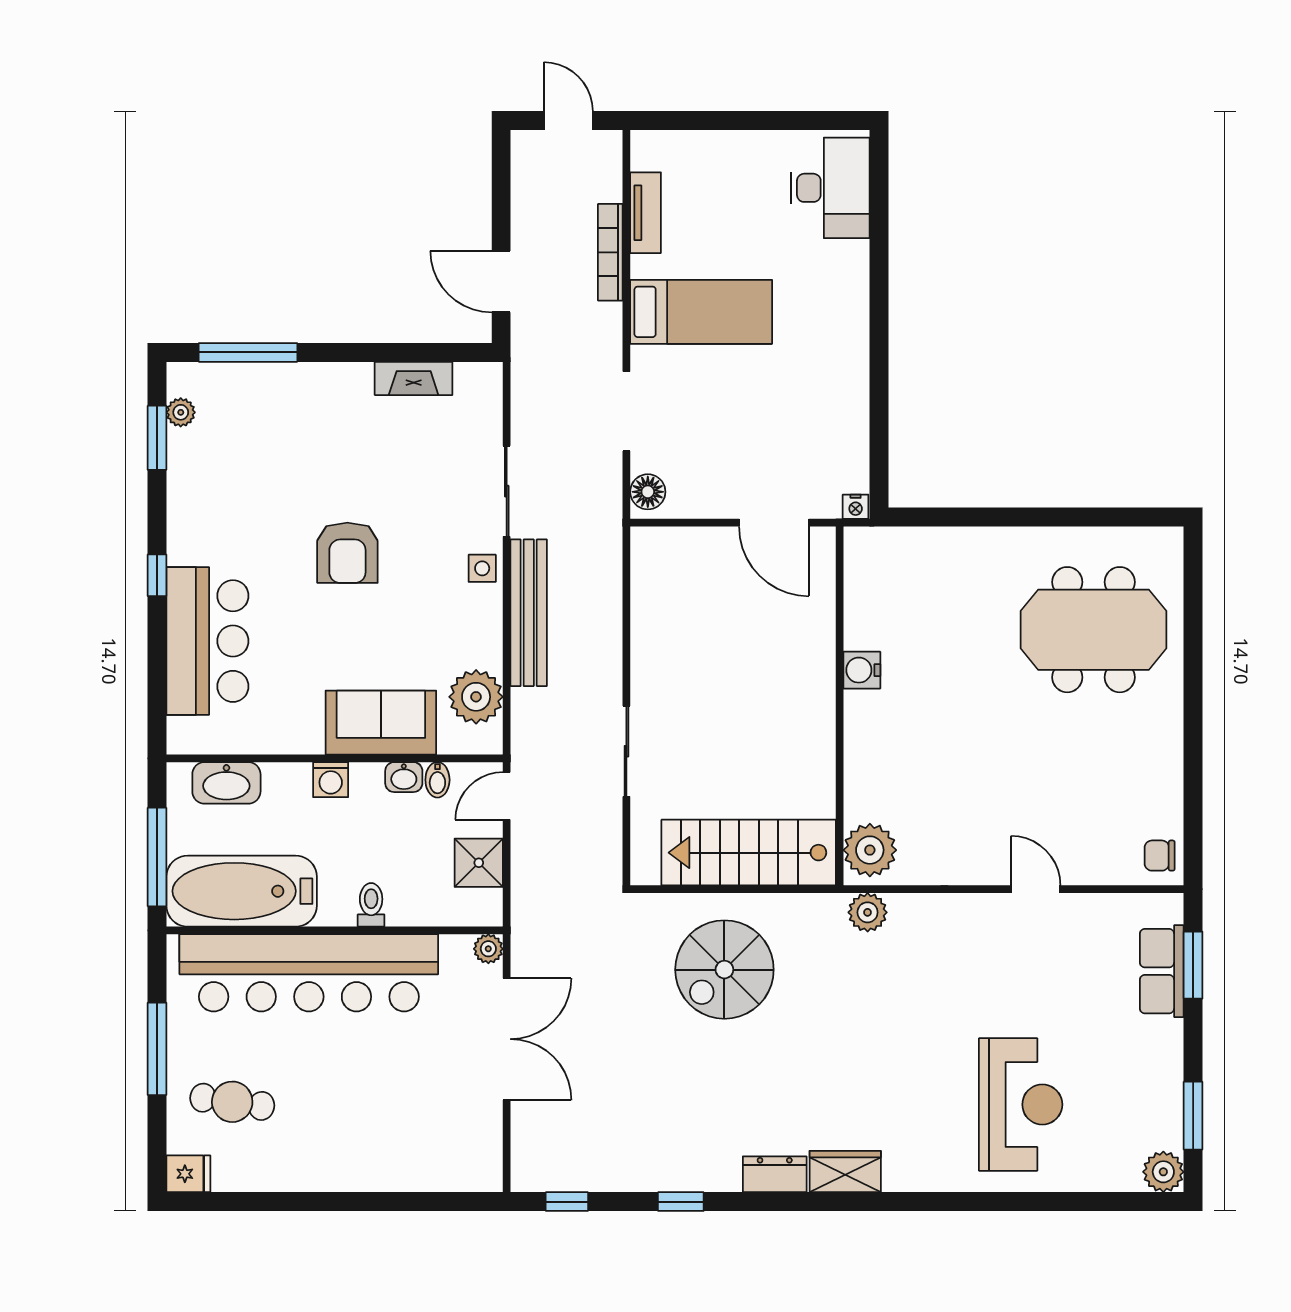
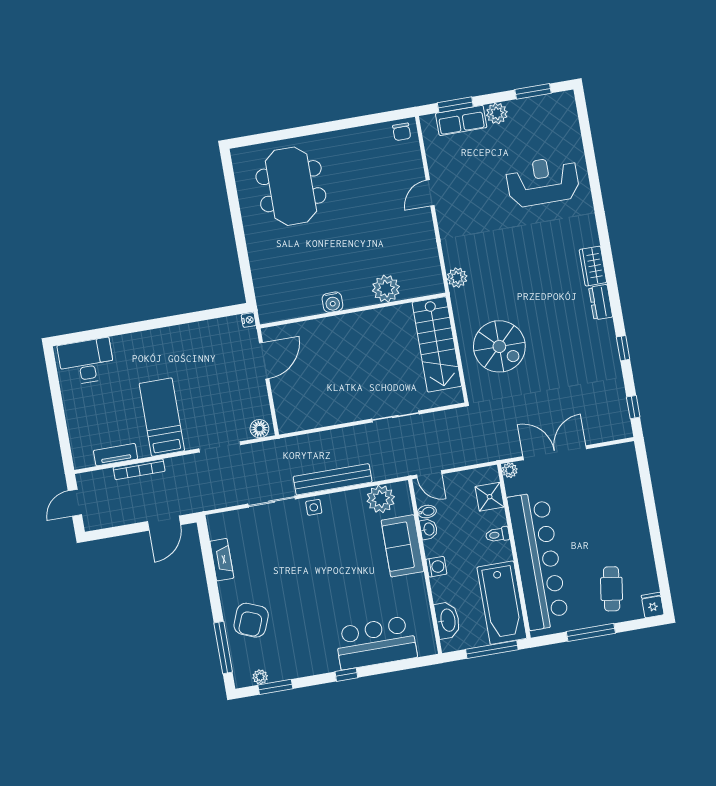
armchair: (347, 553) -> (251, 620), moved, turned 112
plant: (870, 850) -> (386, 289), moved
shower: (479, 863) -> (490, 497), moved
plant: (1163, 1172) -> (497, 113), moved

